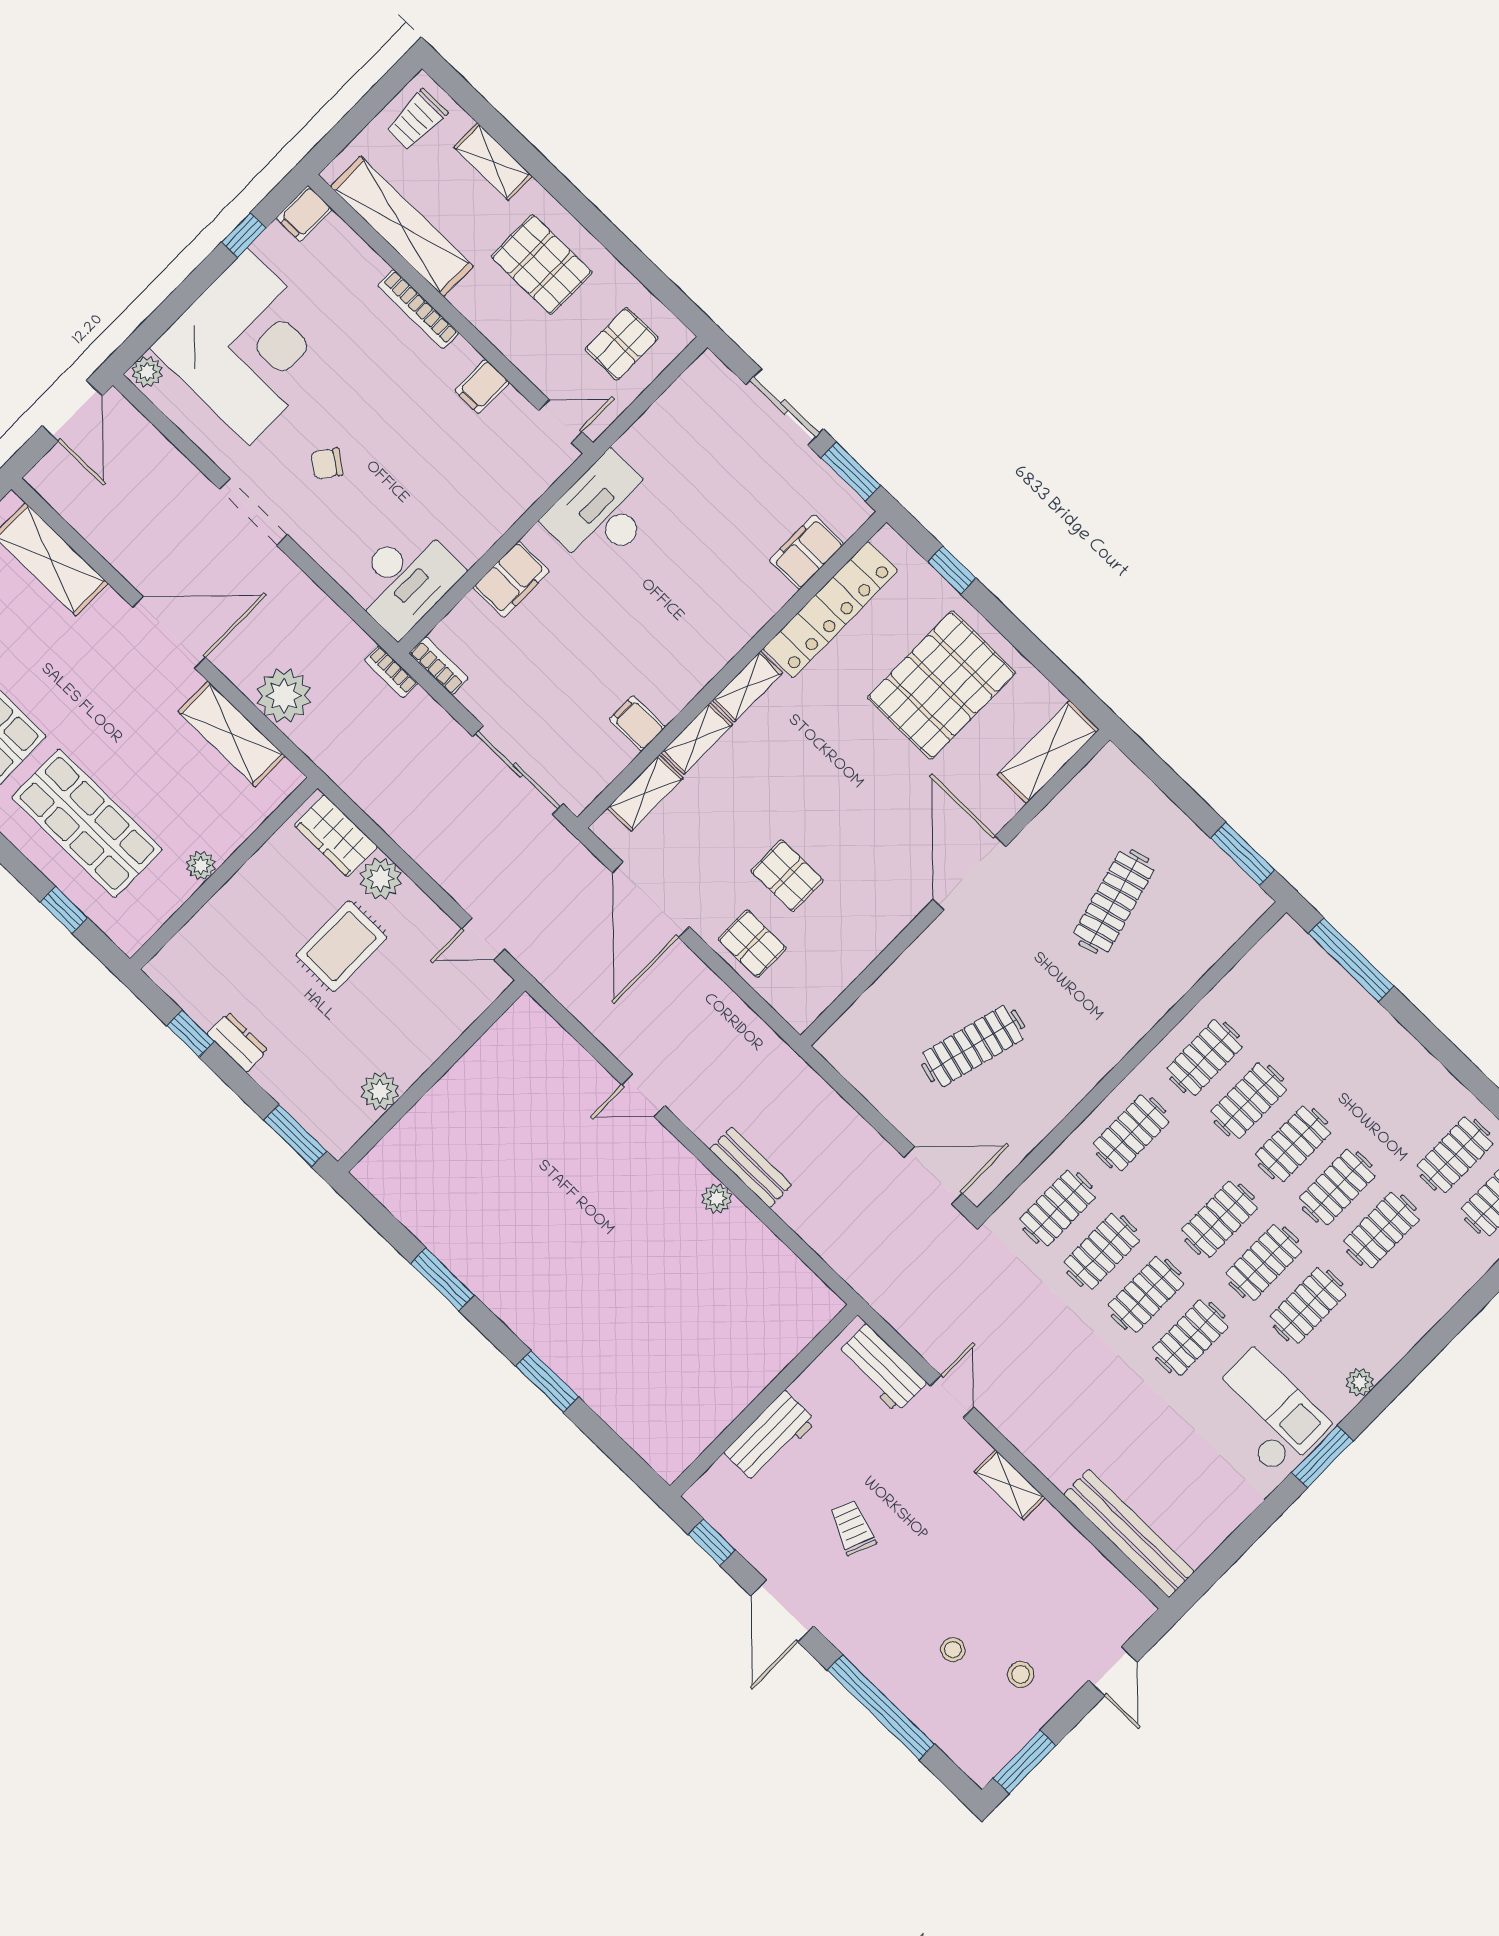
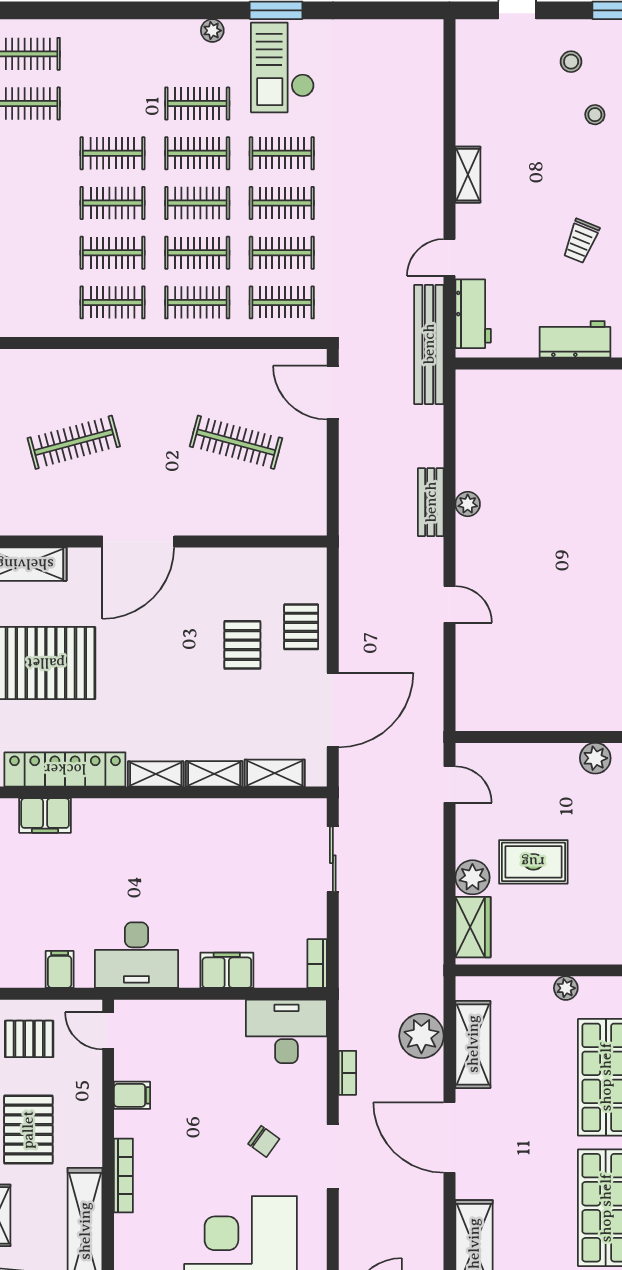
bookcase: (391, 672) -> (347, 1073), moved
filing cabinet: (637, 723) -> (60, 969), moved, turned 180
sliding door: (518, 770) -> (333, 859), width x0.73
clothes rail: (1381, 1230) -> (197, 253), moved
bench: (1129, 1533) -> (429, 344), moved

